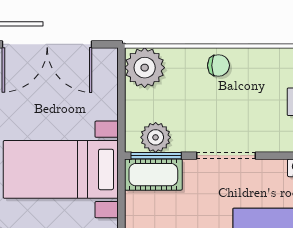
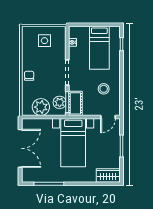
plant: (145, 68) -> (41, 107), moved

